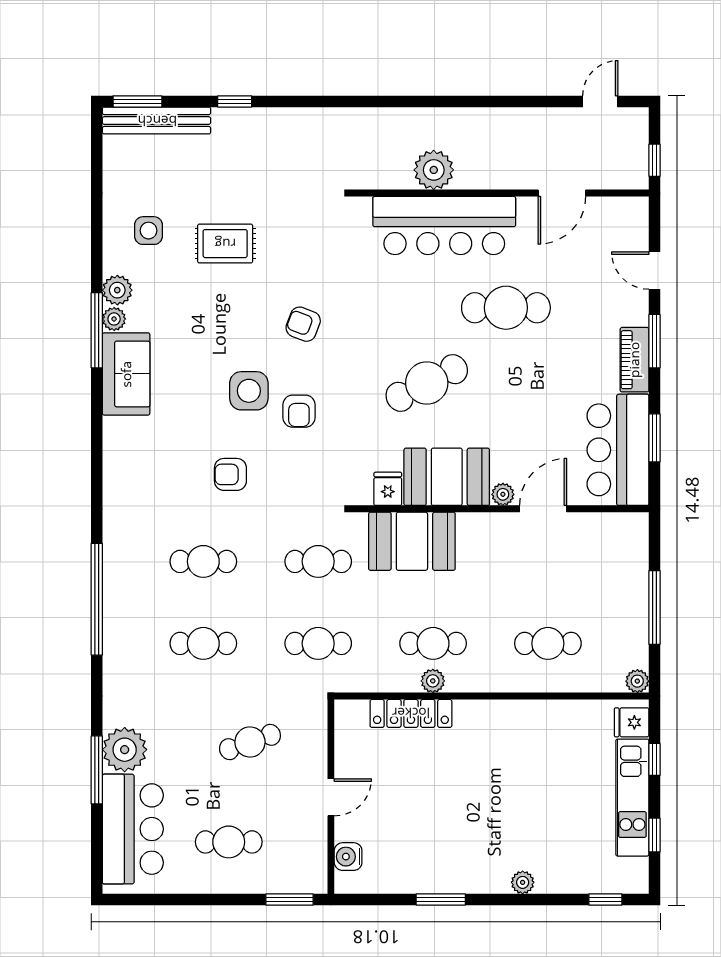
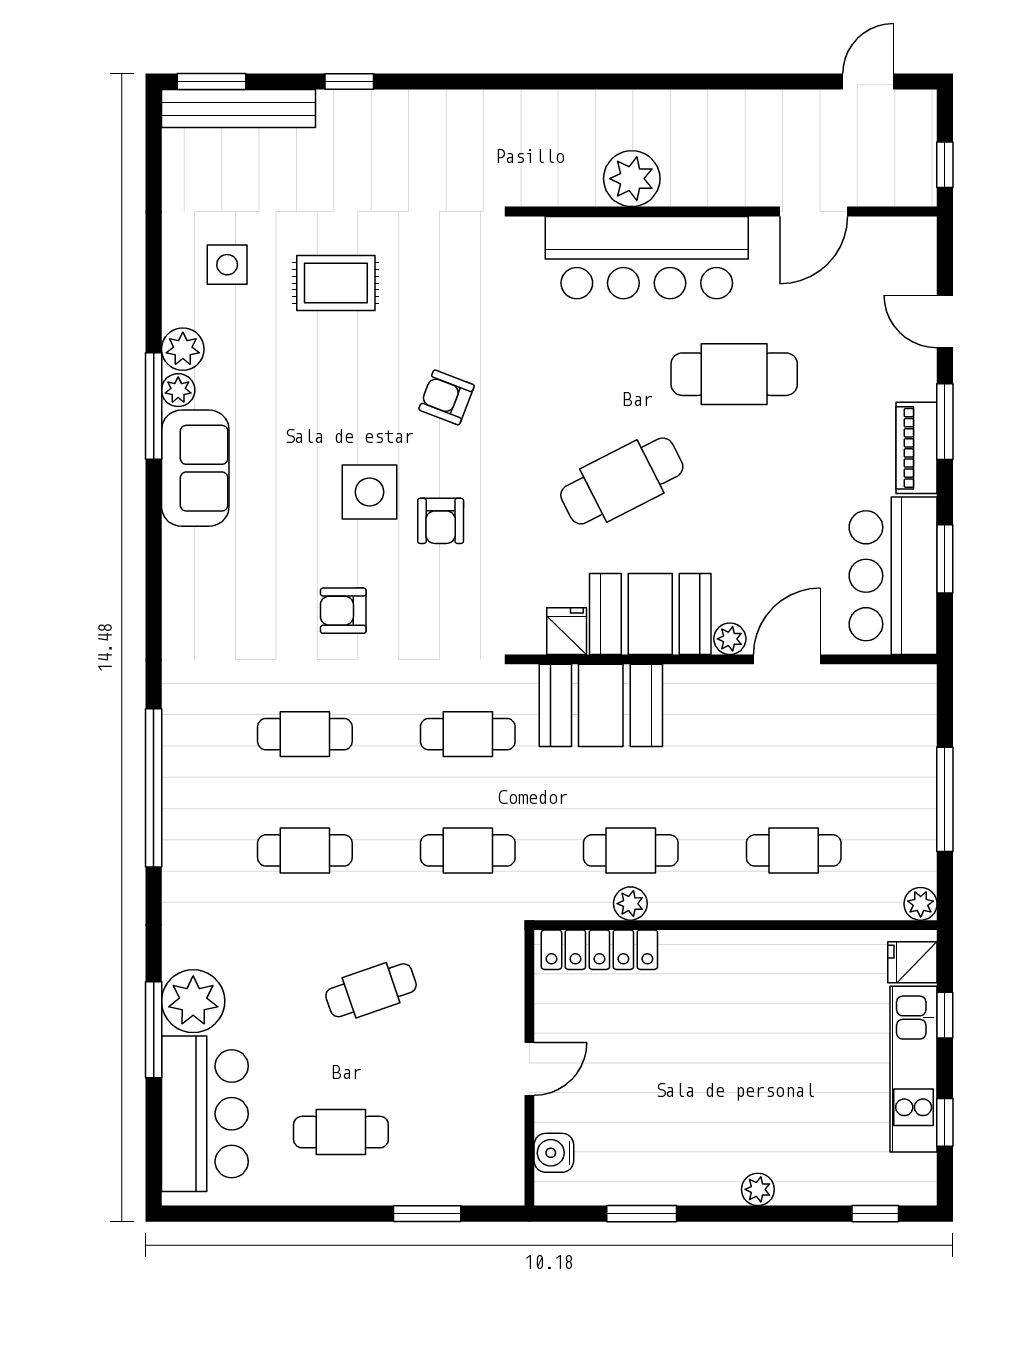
door: (331, 797) -> (529, 1069), moved
wall: (331, 797) -> (529, 1068), moved
water cooler: (348, 857) -> (554, 1153), moved

